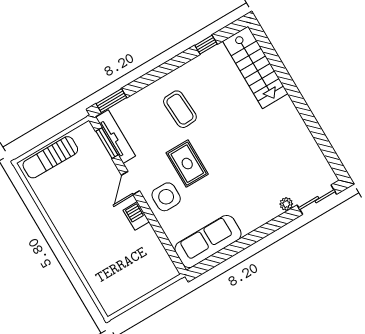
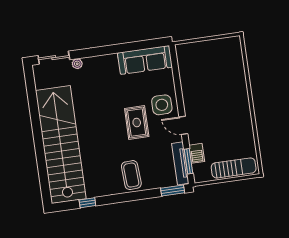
stairs: (255, 67) -> (61, 145), width x1.86, depth x1.51
coffee table: (180, 109) -> (131, 175), moved
door: (131, 183) -> (183, 125), swing flipped
barbecue: (136, 216) -> (197, 153), moved

